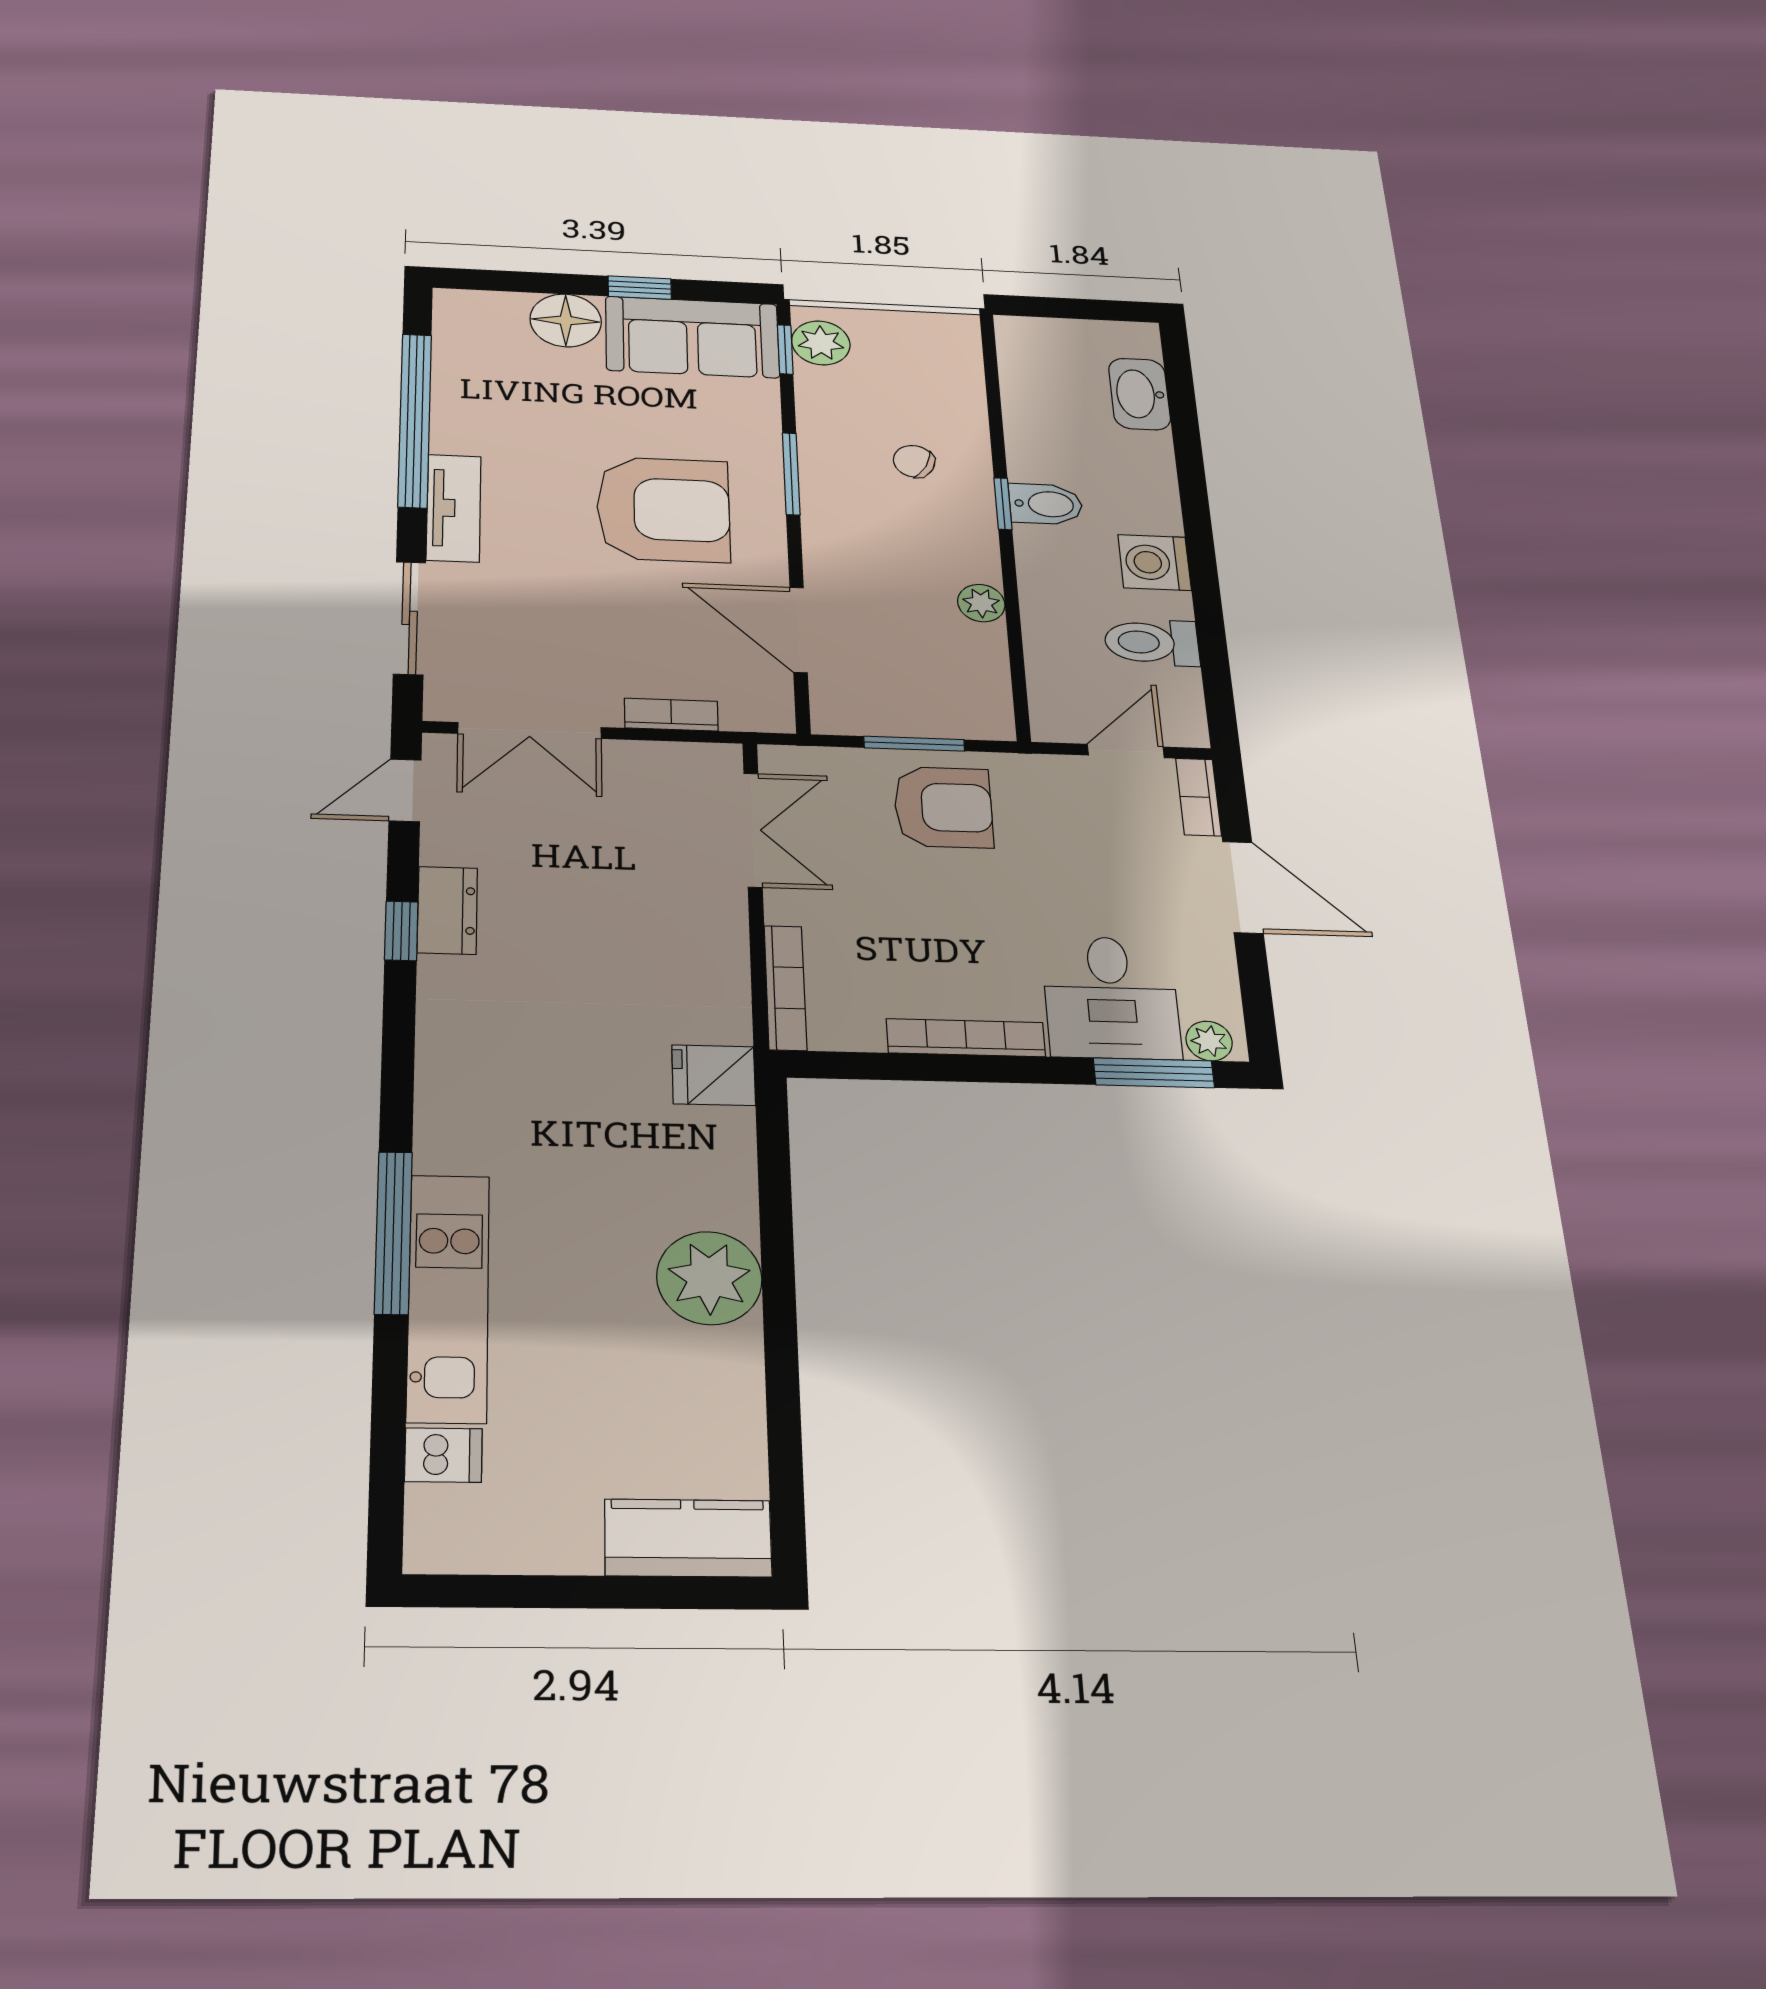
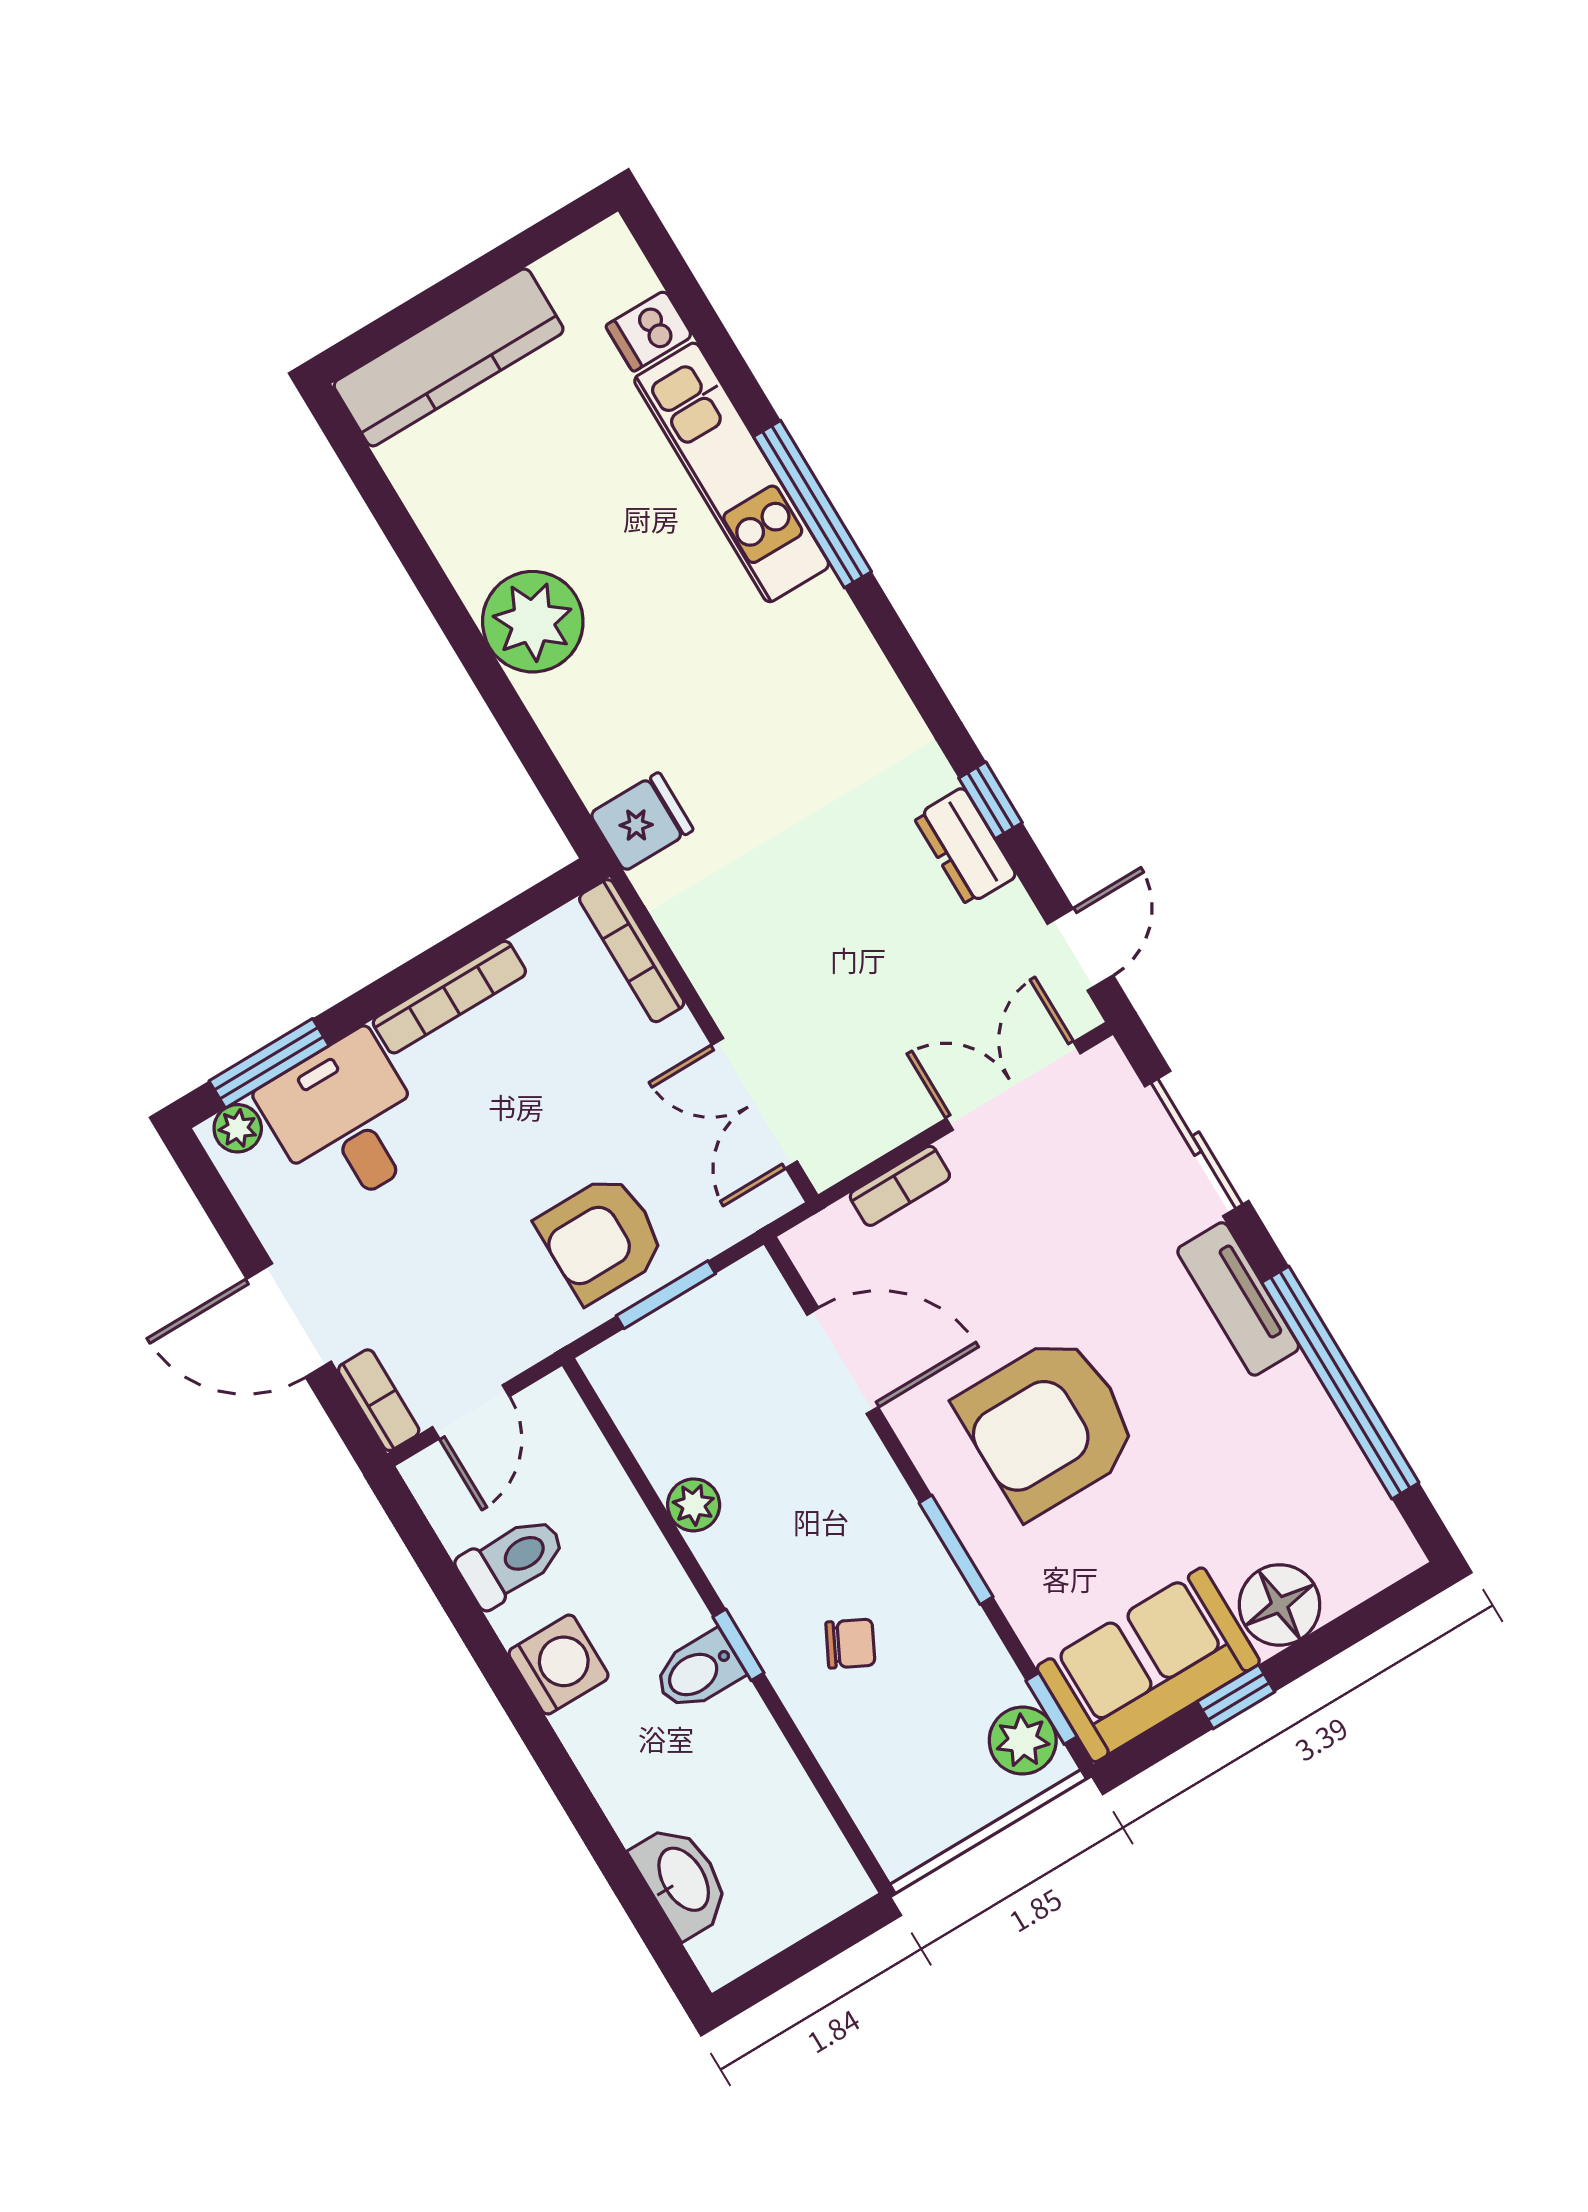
kitchen counter: (688, 1538) -> (449, 357), width x1.50

